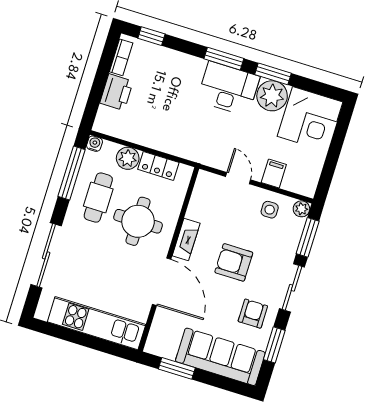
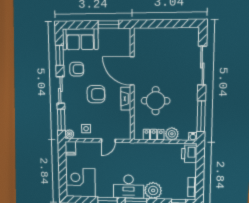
printer: (117, 92) -> (189, 154), moved
plant: (272, 96) -> (153, 190), moved
filing cabinet: (274, 174) -> (70, 148), moved
door: (238, 178) -> (108, 141), hinge flipped
cafe table: (98, 198) -> (182, 107), removed
armchair: (253, 314) -> (77, 69), turned -90
kitchen unit: (97, 323) -> (162, 36), removed
sofa: (220, 357) -> (80, 39), width x0.73

